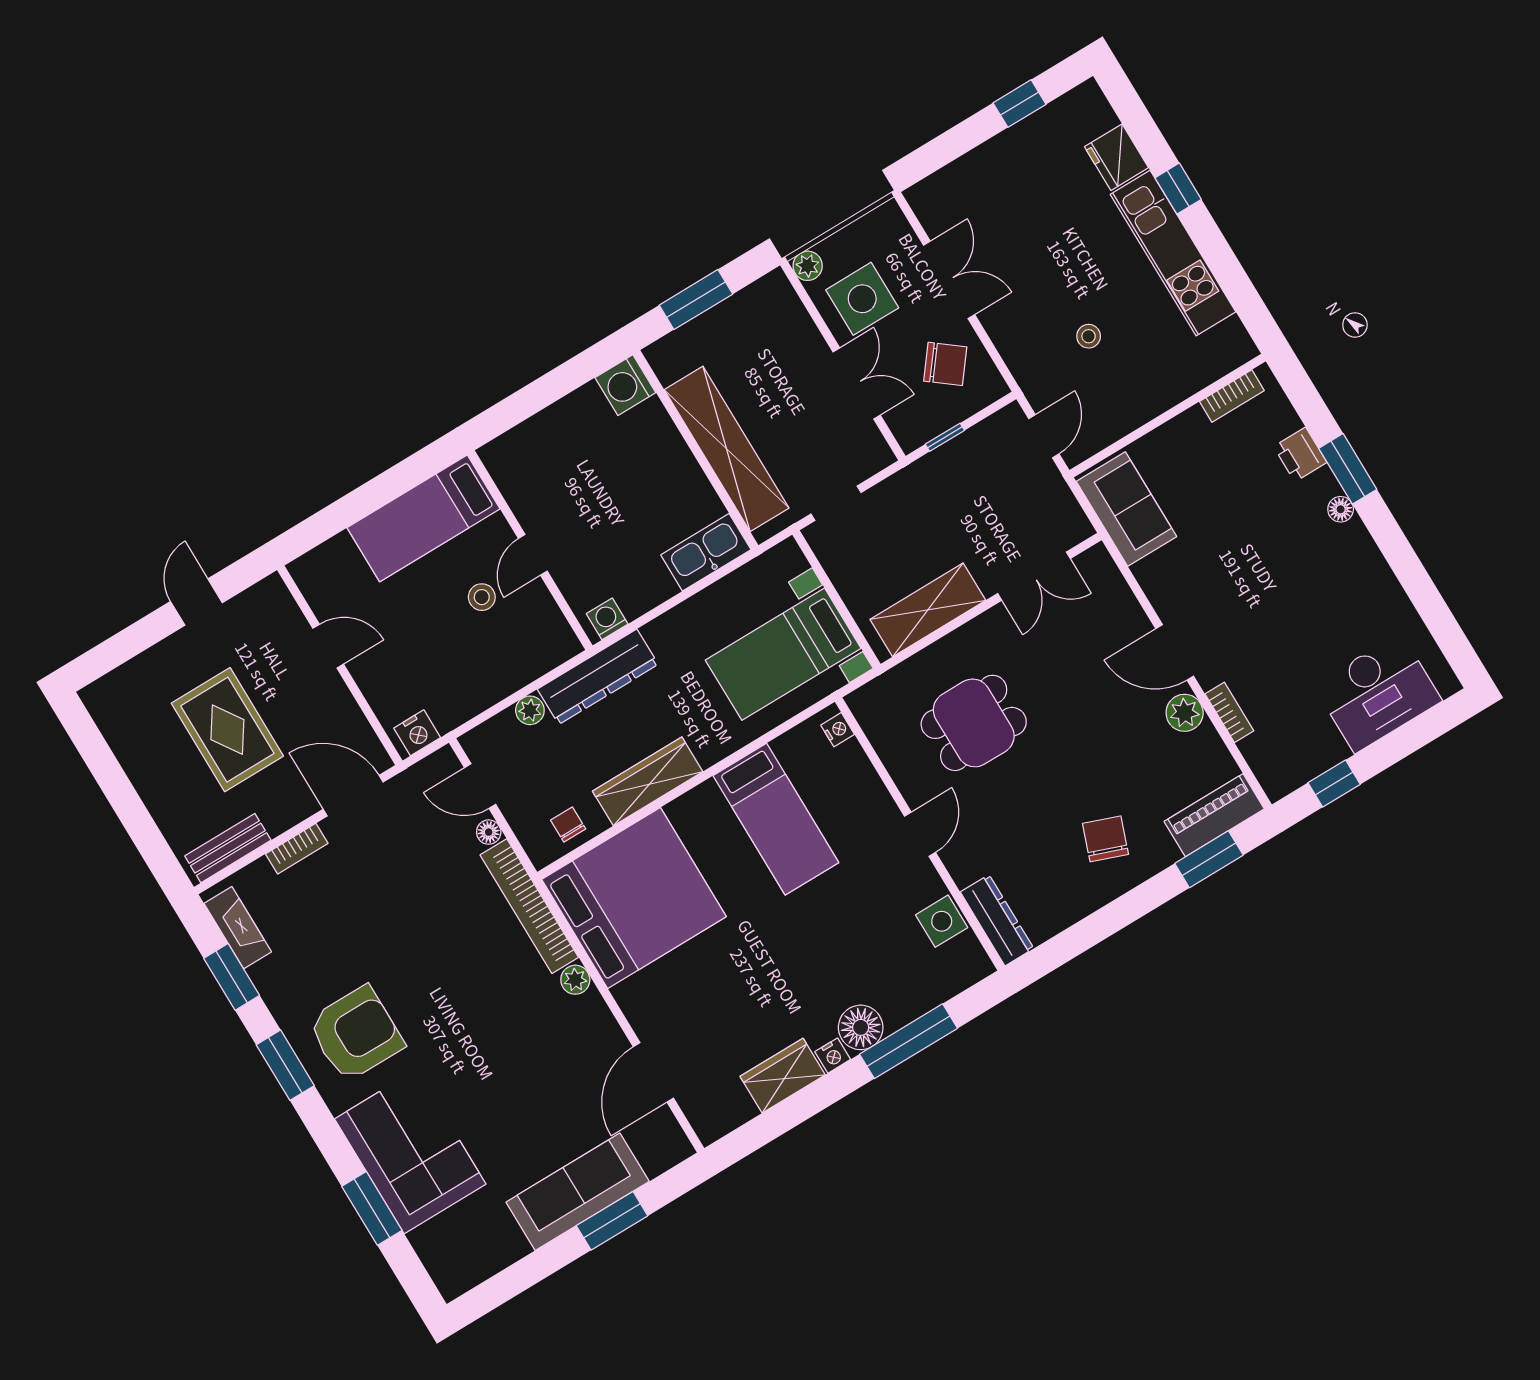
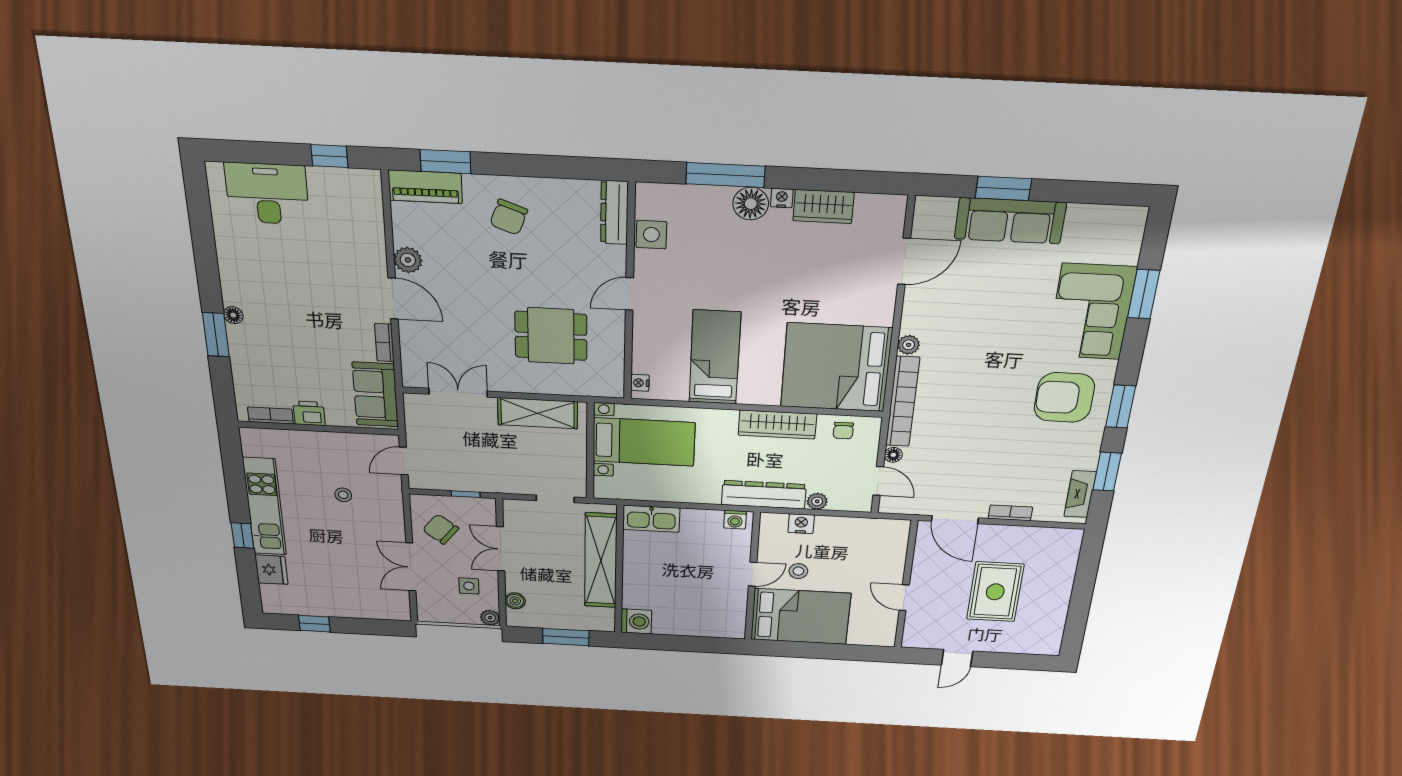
side table: (862, 299) -> (469, 586), width x0.54, depth x0.54
boiler: (792, 314) -> (515, 601), added
printer: (1300, 454) -> (309, 413), moved, turned -90
bed: (423, 518) -> (800, 616), width x1.50
bookcase: (1229, 712) -> (384, 343), moved
nightstand: (417, 733) -> (801, 524), moved
bench: (228, 848) -> (1048, 536), removed

